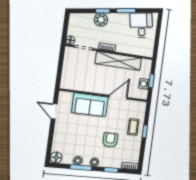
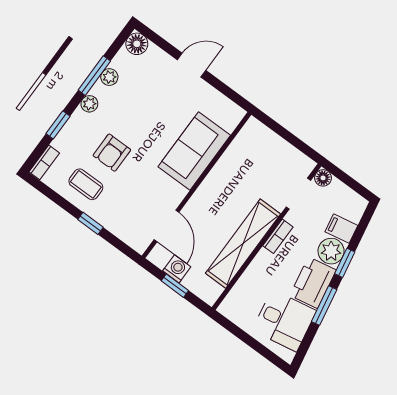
filing cabinet: (89, 20) -> (341, 229), added
printer: (119, 21) -> (313, 283), added
door: (118, 97) -> (166, 226), moved
door: (54, 111) -> (192, 65), moved
coffee table: (133, 127) -> (86, 184), moved
armchair: (110, 140) -> (112, 153), turned 90

